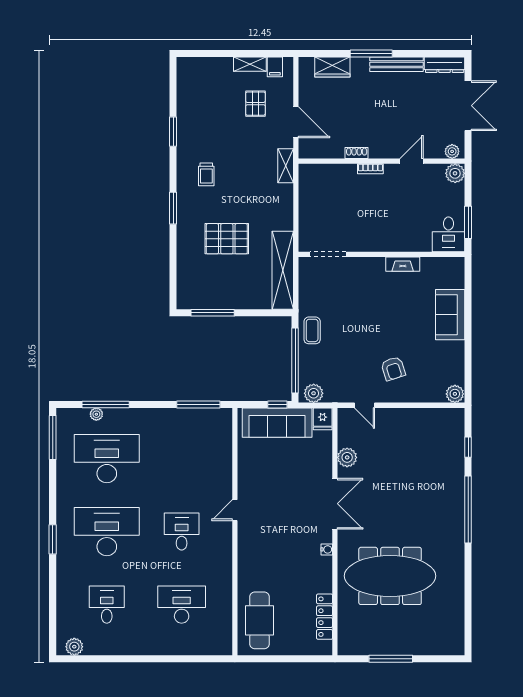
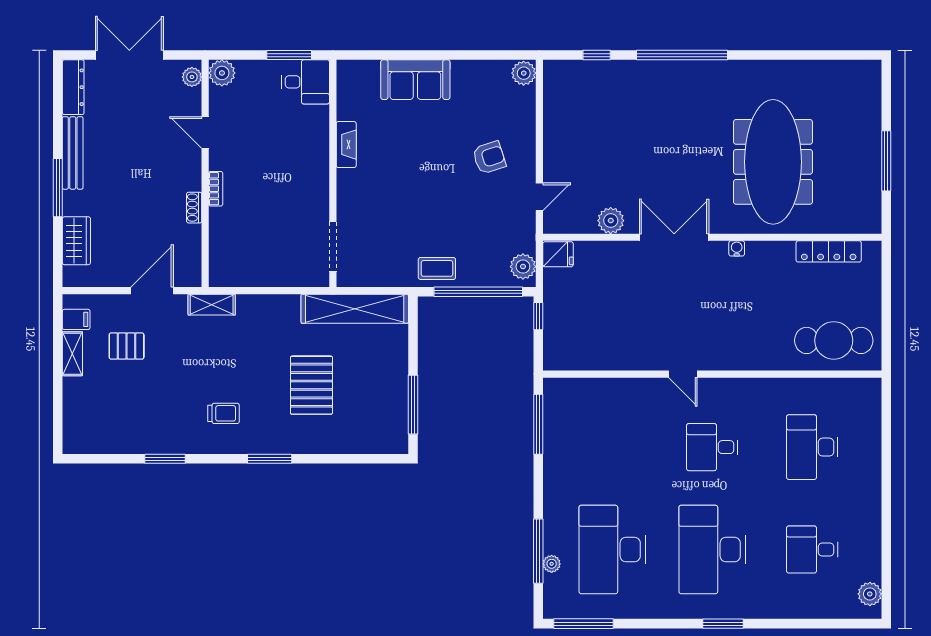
sofa: (277, 423) -> (563, 316), removed

